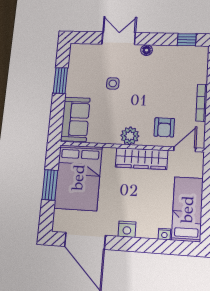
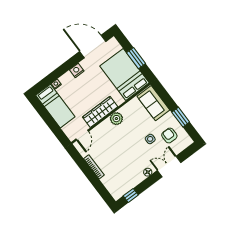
double door: (119, 38) -> (169, 167), swing flipped
armchair: (164, 127) -> (169, 135), moved

